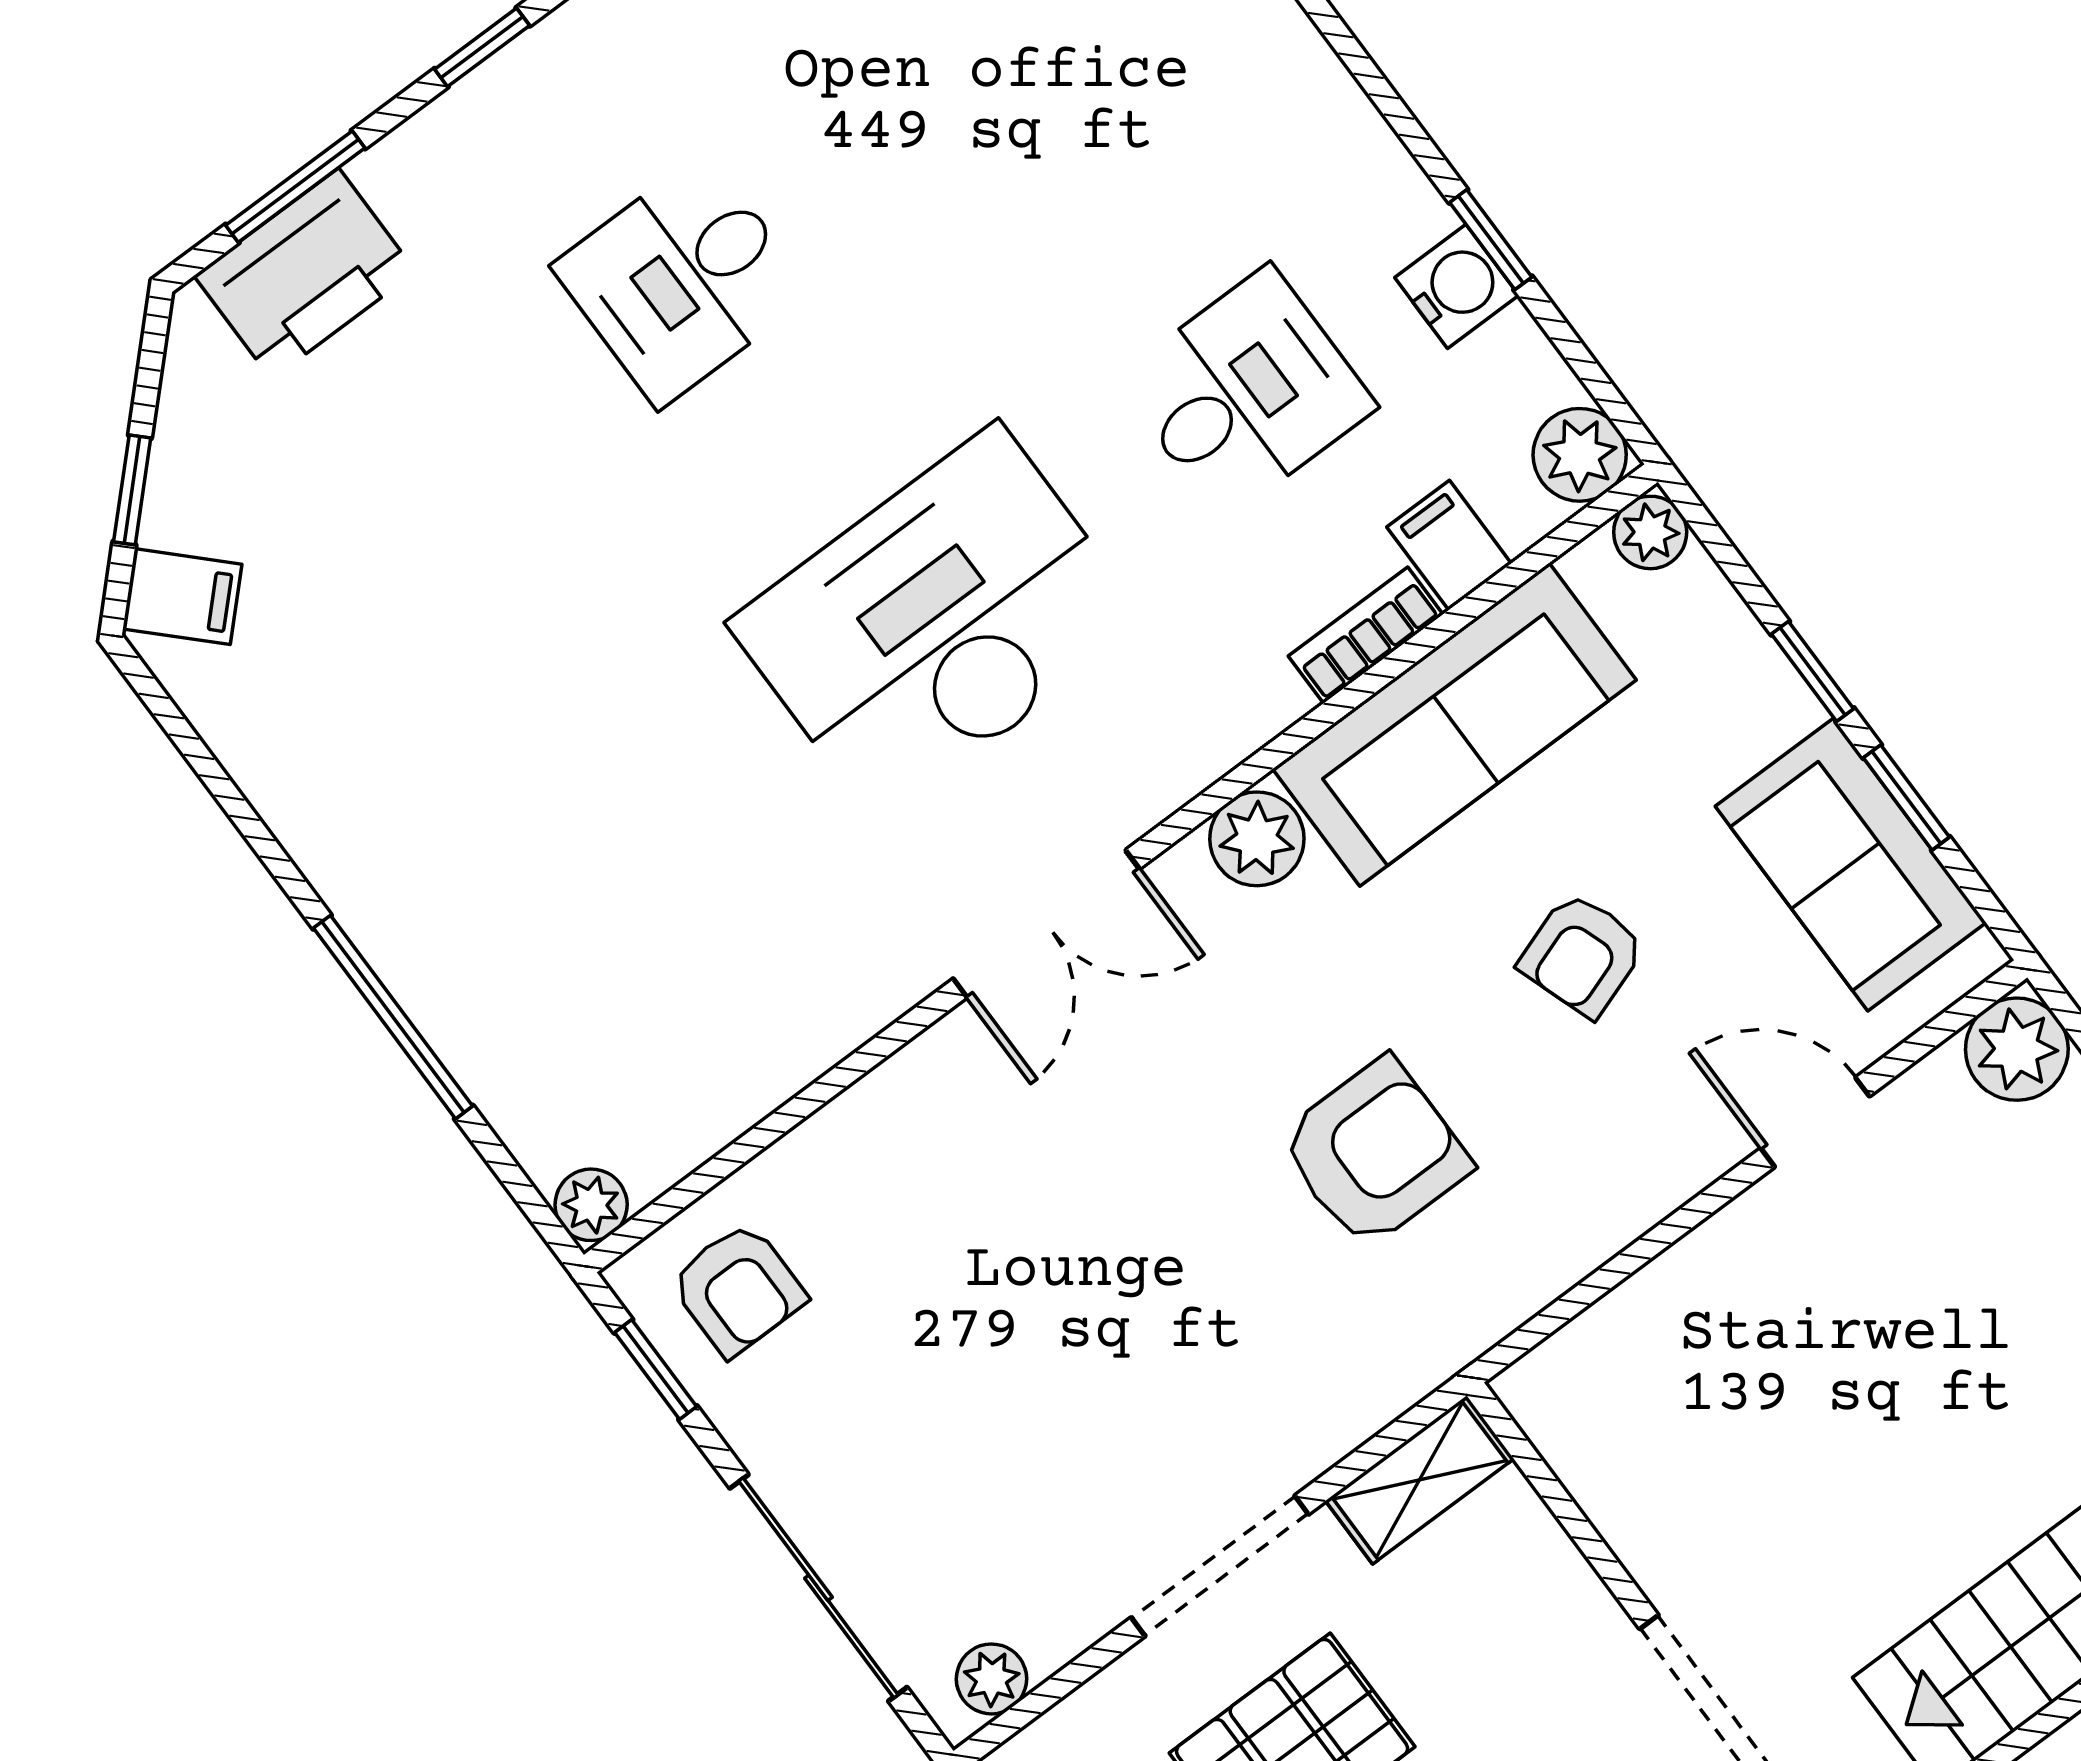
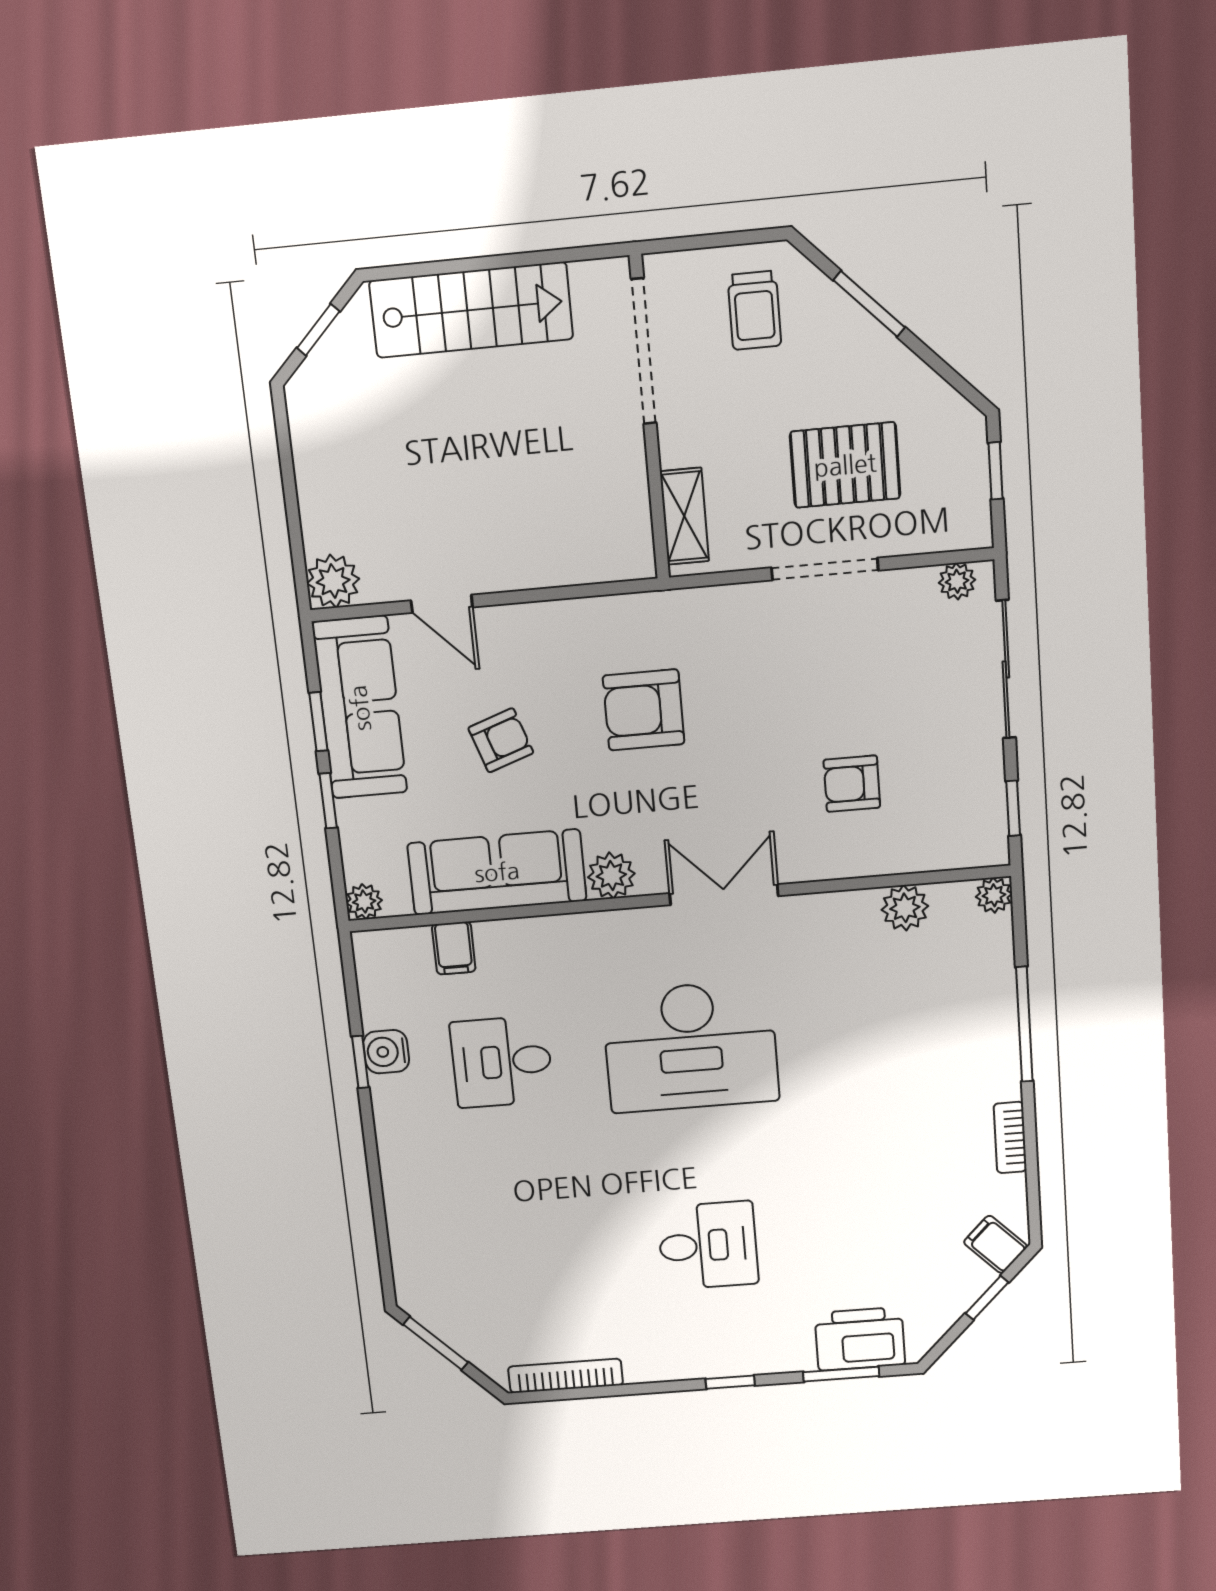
plant: (1580, 455) -> (905, 908), moved
bookcase: (1366, 635) -> (1010, 1138), moved, turned 90
sofa: (1851, 864) -> (360, 708), width x1.36
armchair: (738, 1289) -> (852, 784), moved, turned -90
shelving: (1420, 1480) -> (684, 516), moved, turned 90

